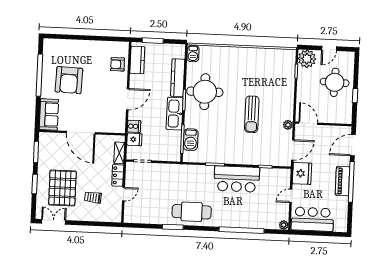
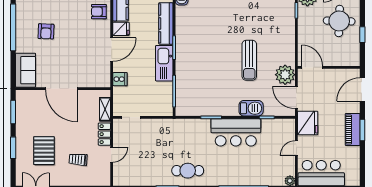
armchair: (69, 80) -> (46, 31), width x0.53, depth x0.53
round table: (205, 92) -> (196, 38), removed
plant: (288, 125) -> (285, 75), width x1.88, depth x1.88
fridge: (134, 139) -> (121, 29), moved
barbecue: (191, 140) -> (251, 108), moved, turned -90
door: (293, 150) -> (296, 98), swing flipped
window: (351, 182) -> (362, 130), width x0.47
pallet: (62, 188) -> (44, 151), width x0.73, depth x0.71
cafe table: (192, 212) -> (188, 171), width x0.73, depth x0.74

